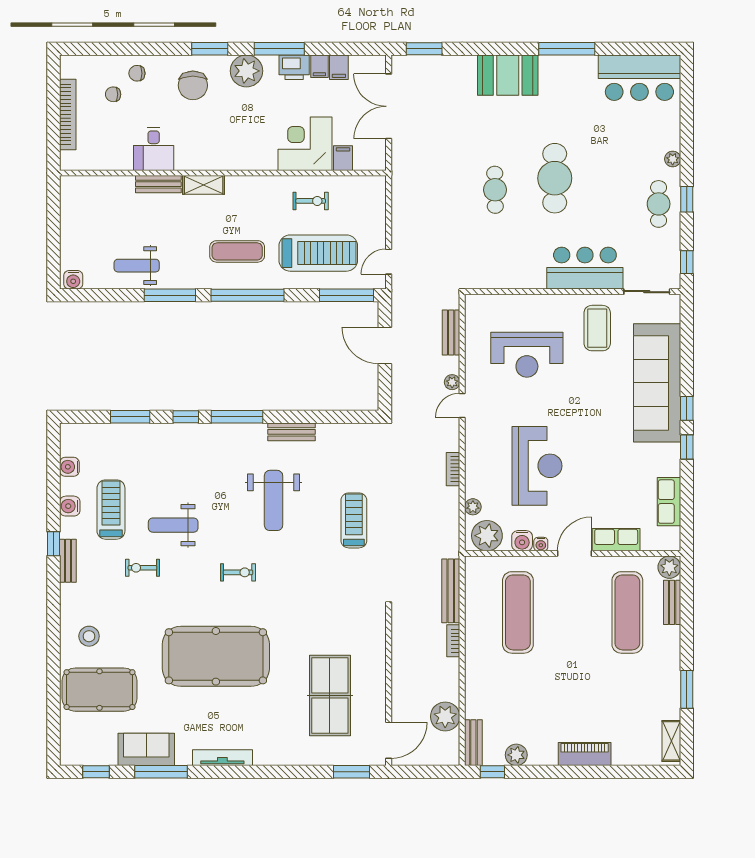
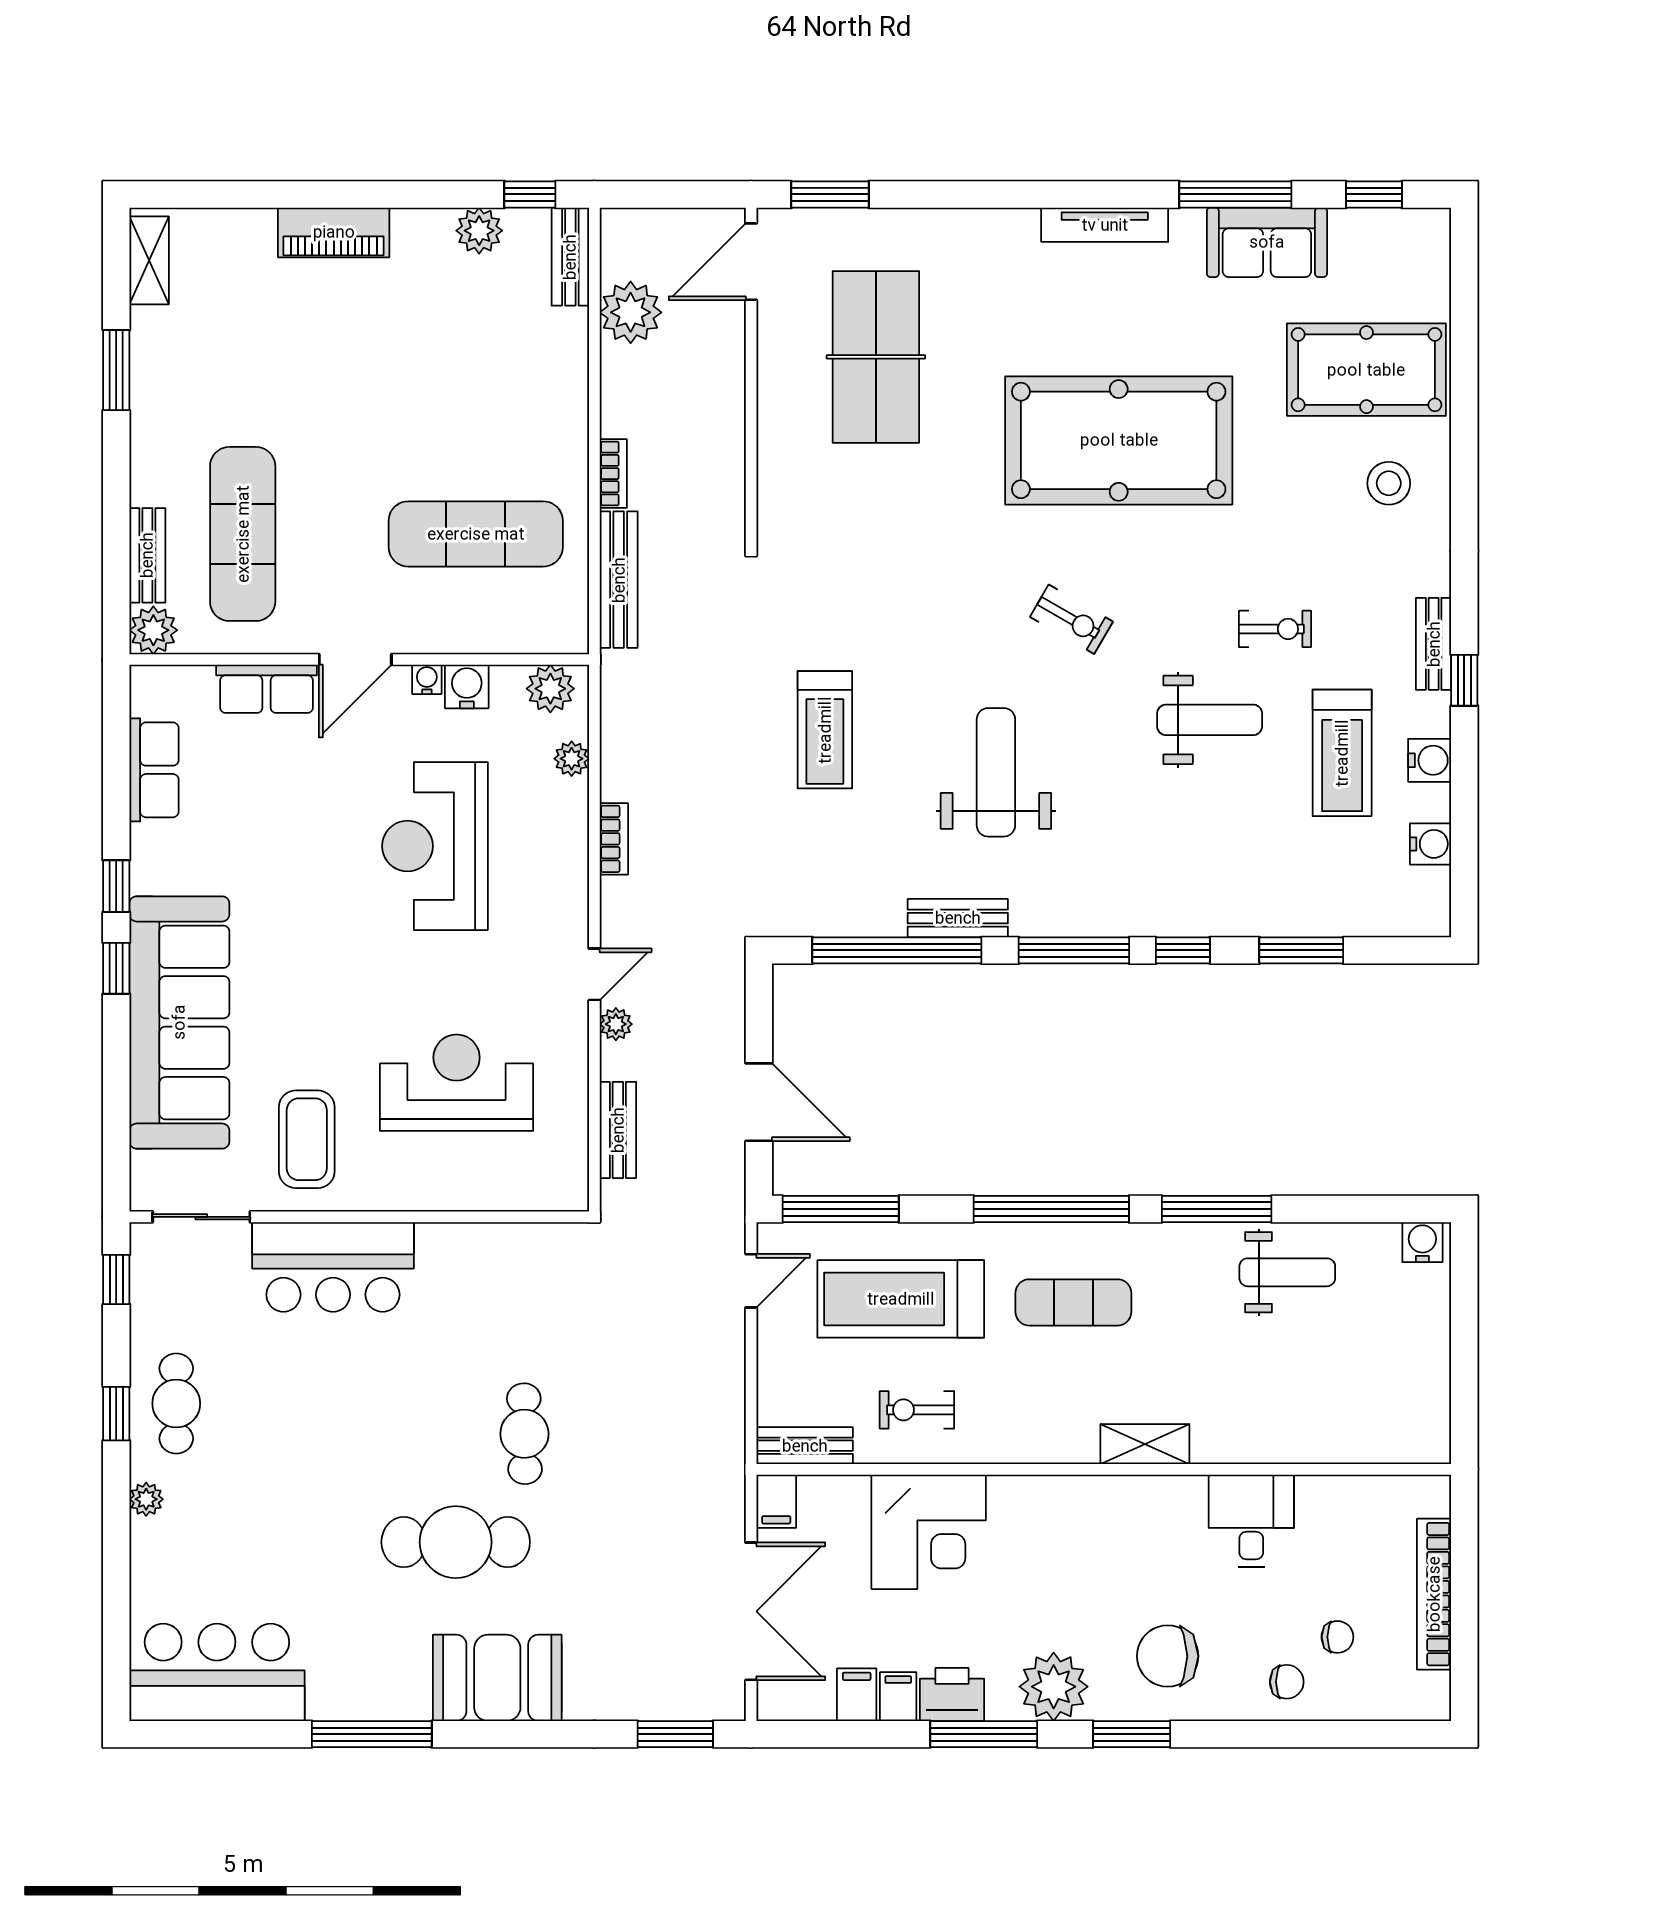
chair: (193, 85) -> (1168, 1656), turned -90
filing cabinet: (343, 158) -> (776, 1501), moved
cafe table: (555, 178) -> (456, 1542), moved, turned 90
bench: (158, 184) -> (805, 1446), moved
window: (320, 417) -> (897, 950), added
plant: (487, 536) -> (550, 689), width x0.73, depth x0.73
exercise bike: (238, 572) -> (1071, 619), turned -150
exercise mat: (518, 612) -> (476, 534), turned 90

